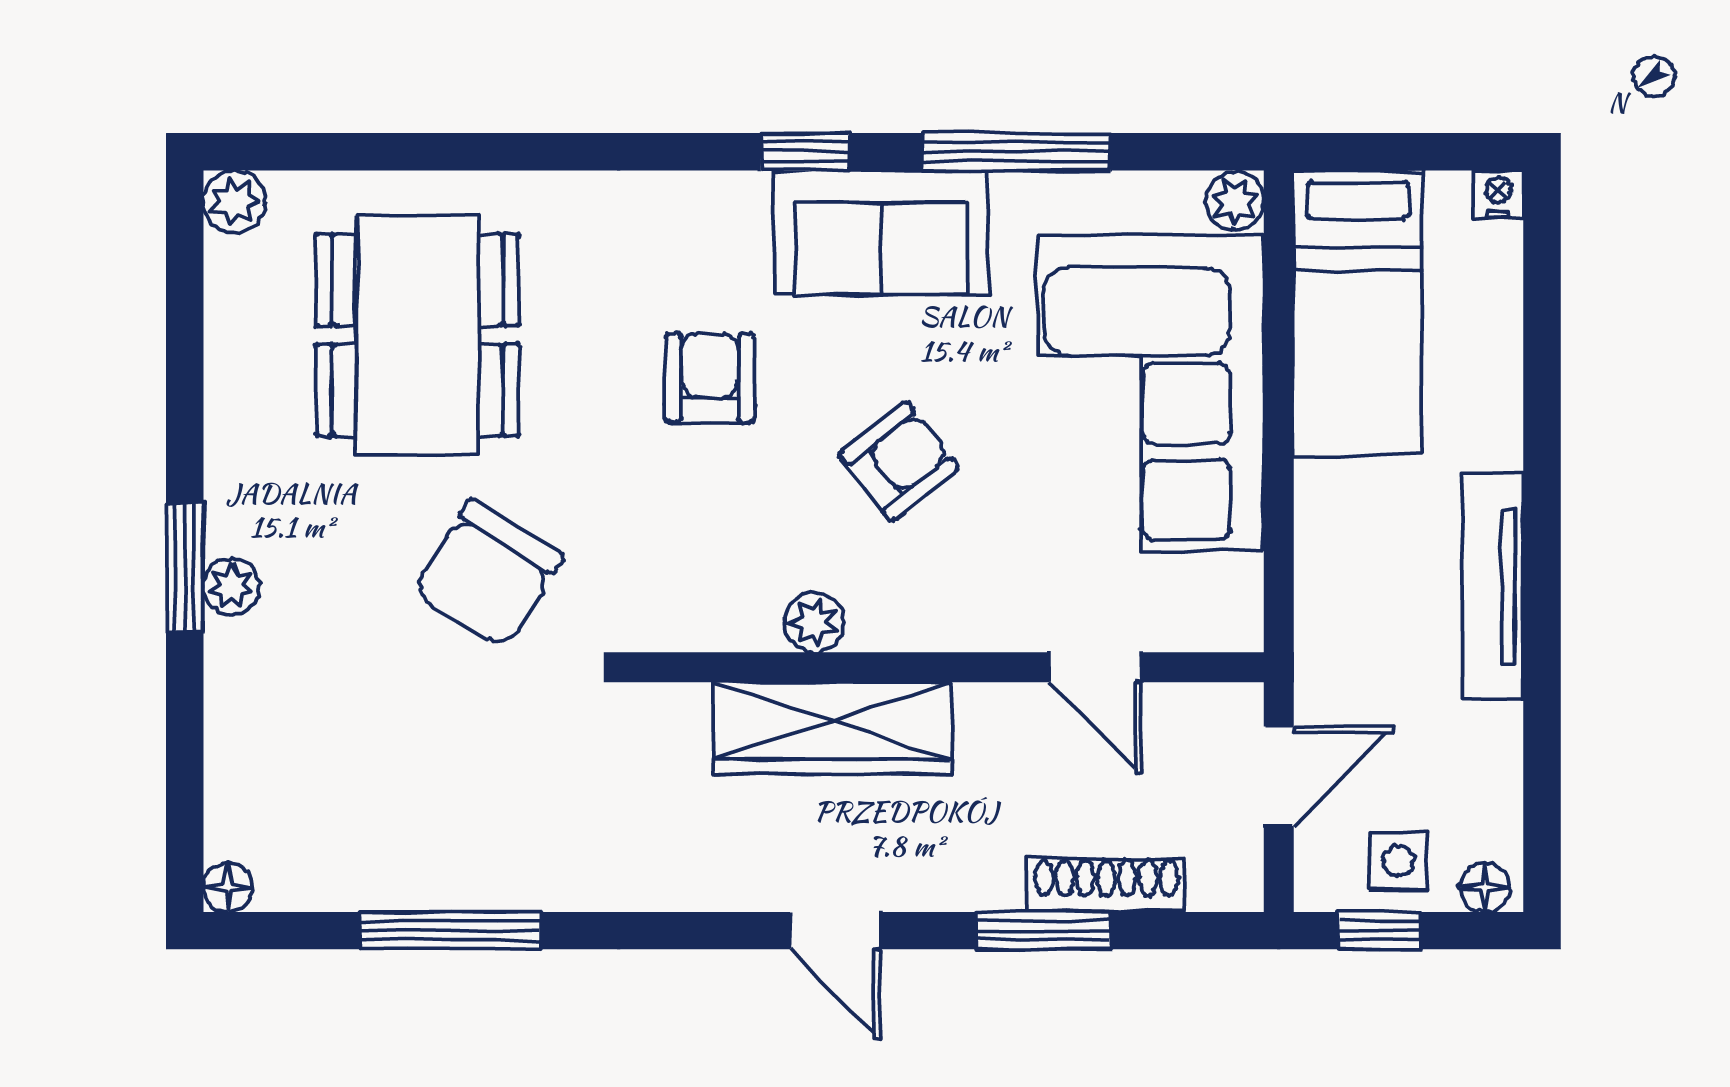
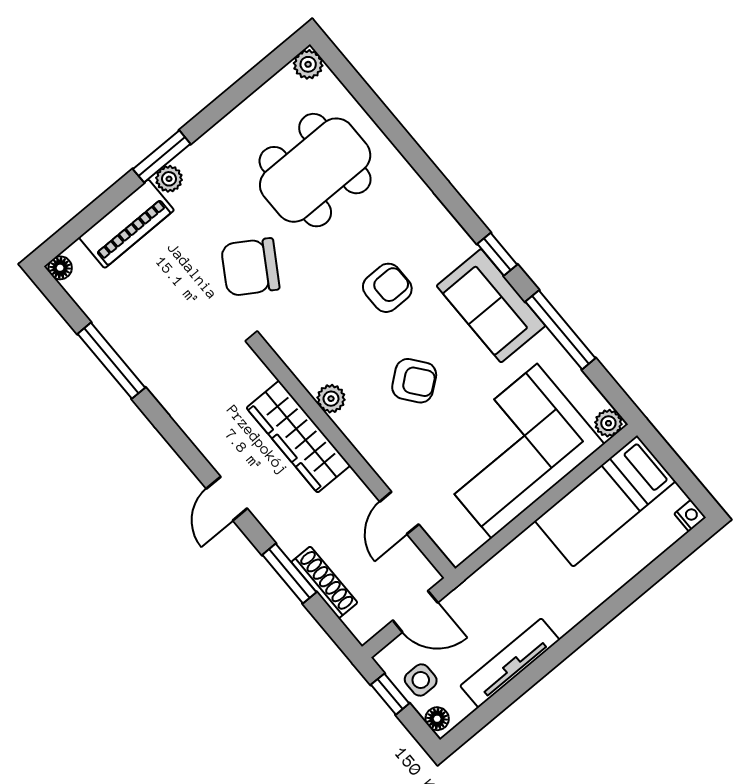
tv unit: (1493, 587) -> (510, 663), moved
piano: (247, 718) -> (126, 224), added

